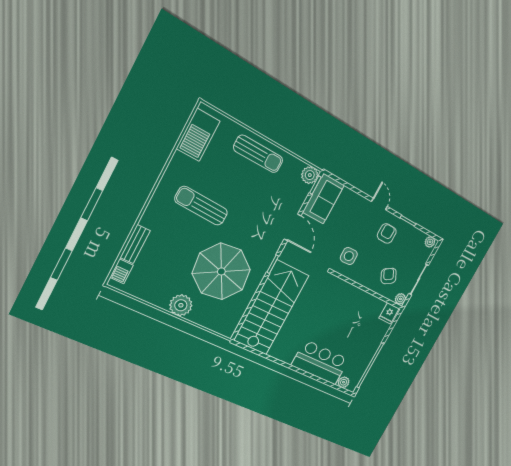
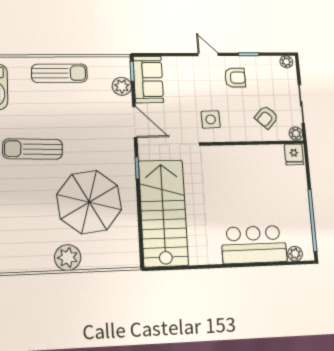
plant: (310, 175) -> (122, 86), moved
armchair: (387, 234) -> (235, 78), turned 90
armchair: (389, 276) -> (266, 117), turned -107

